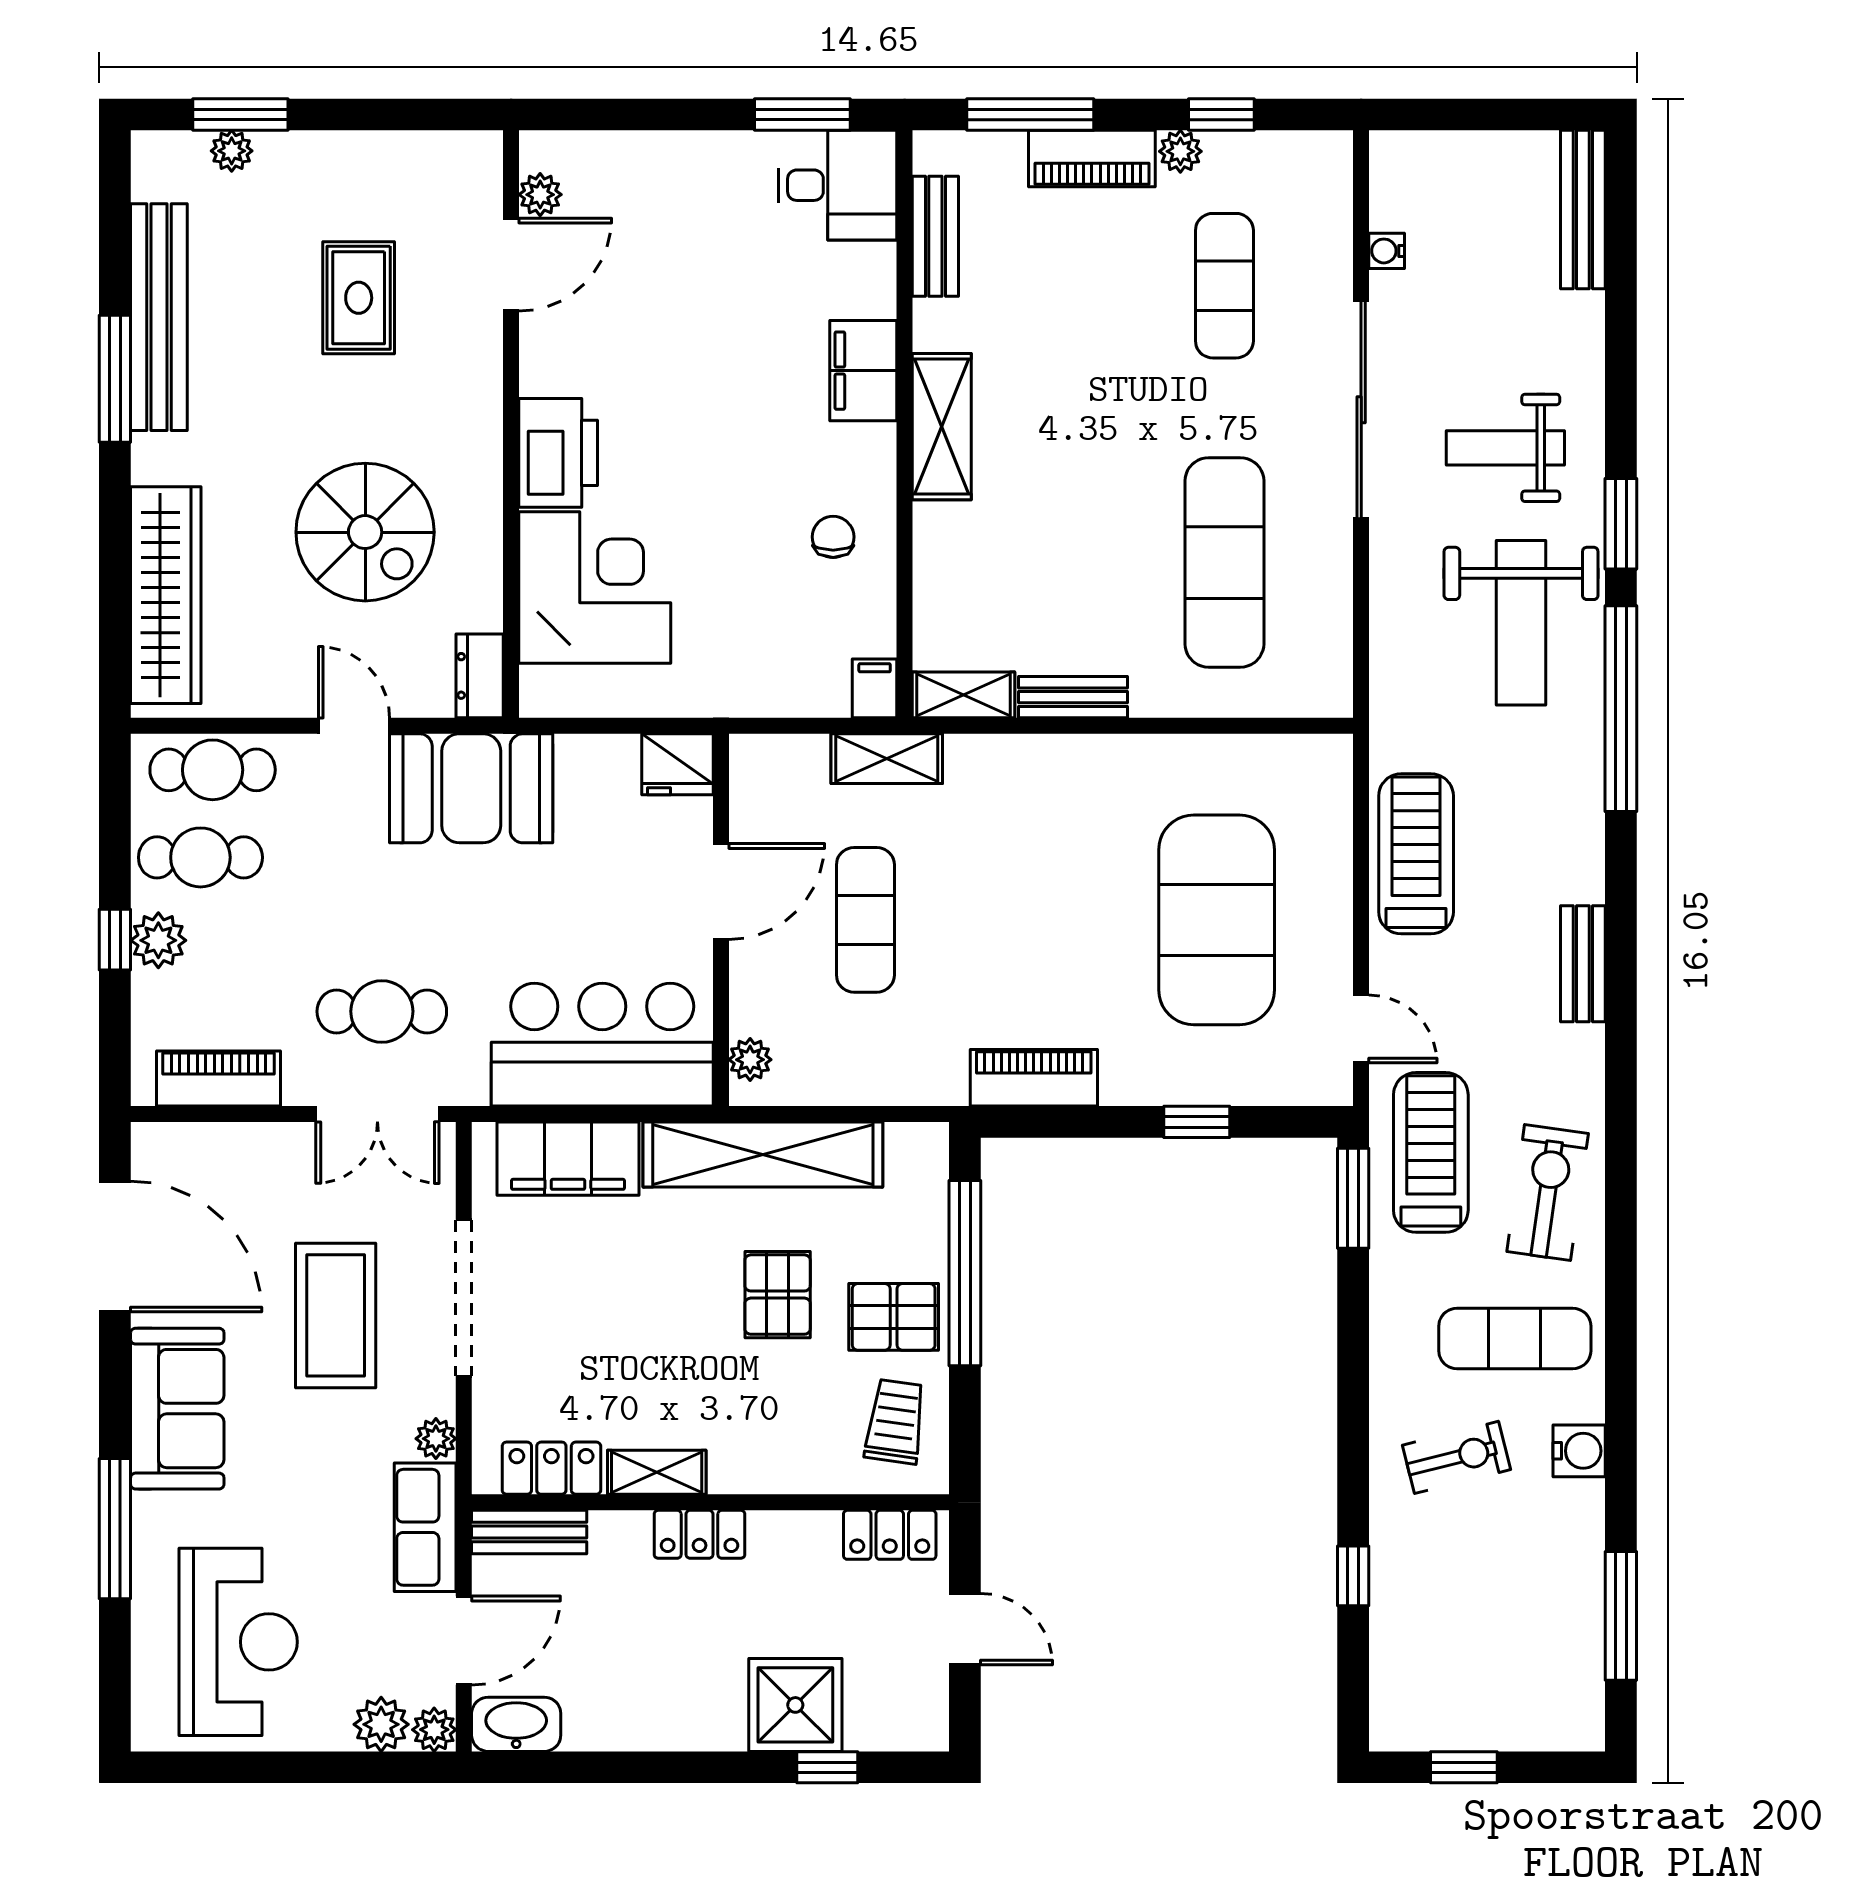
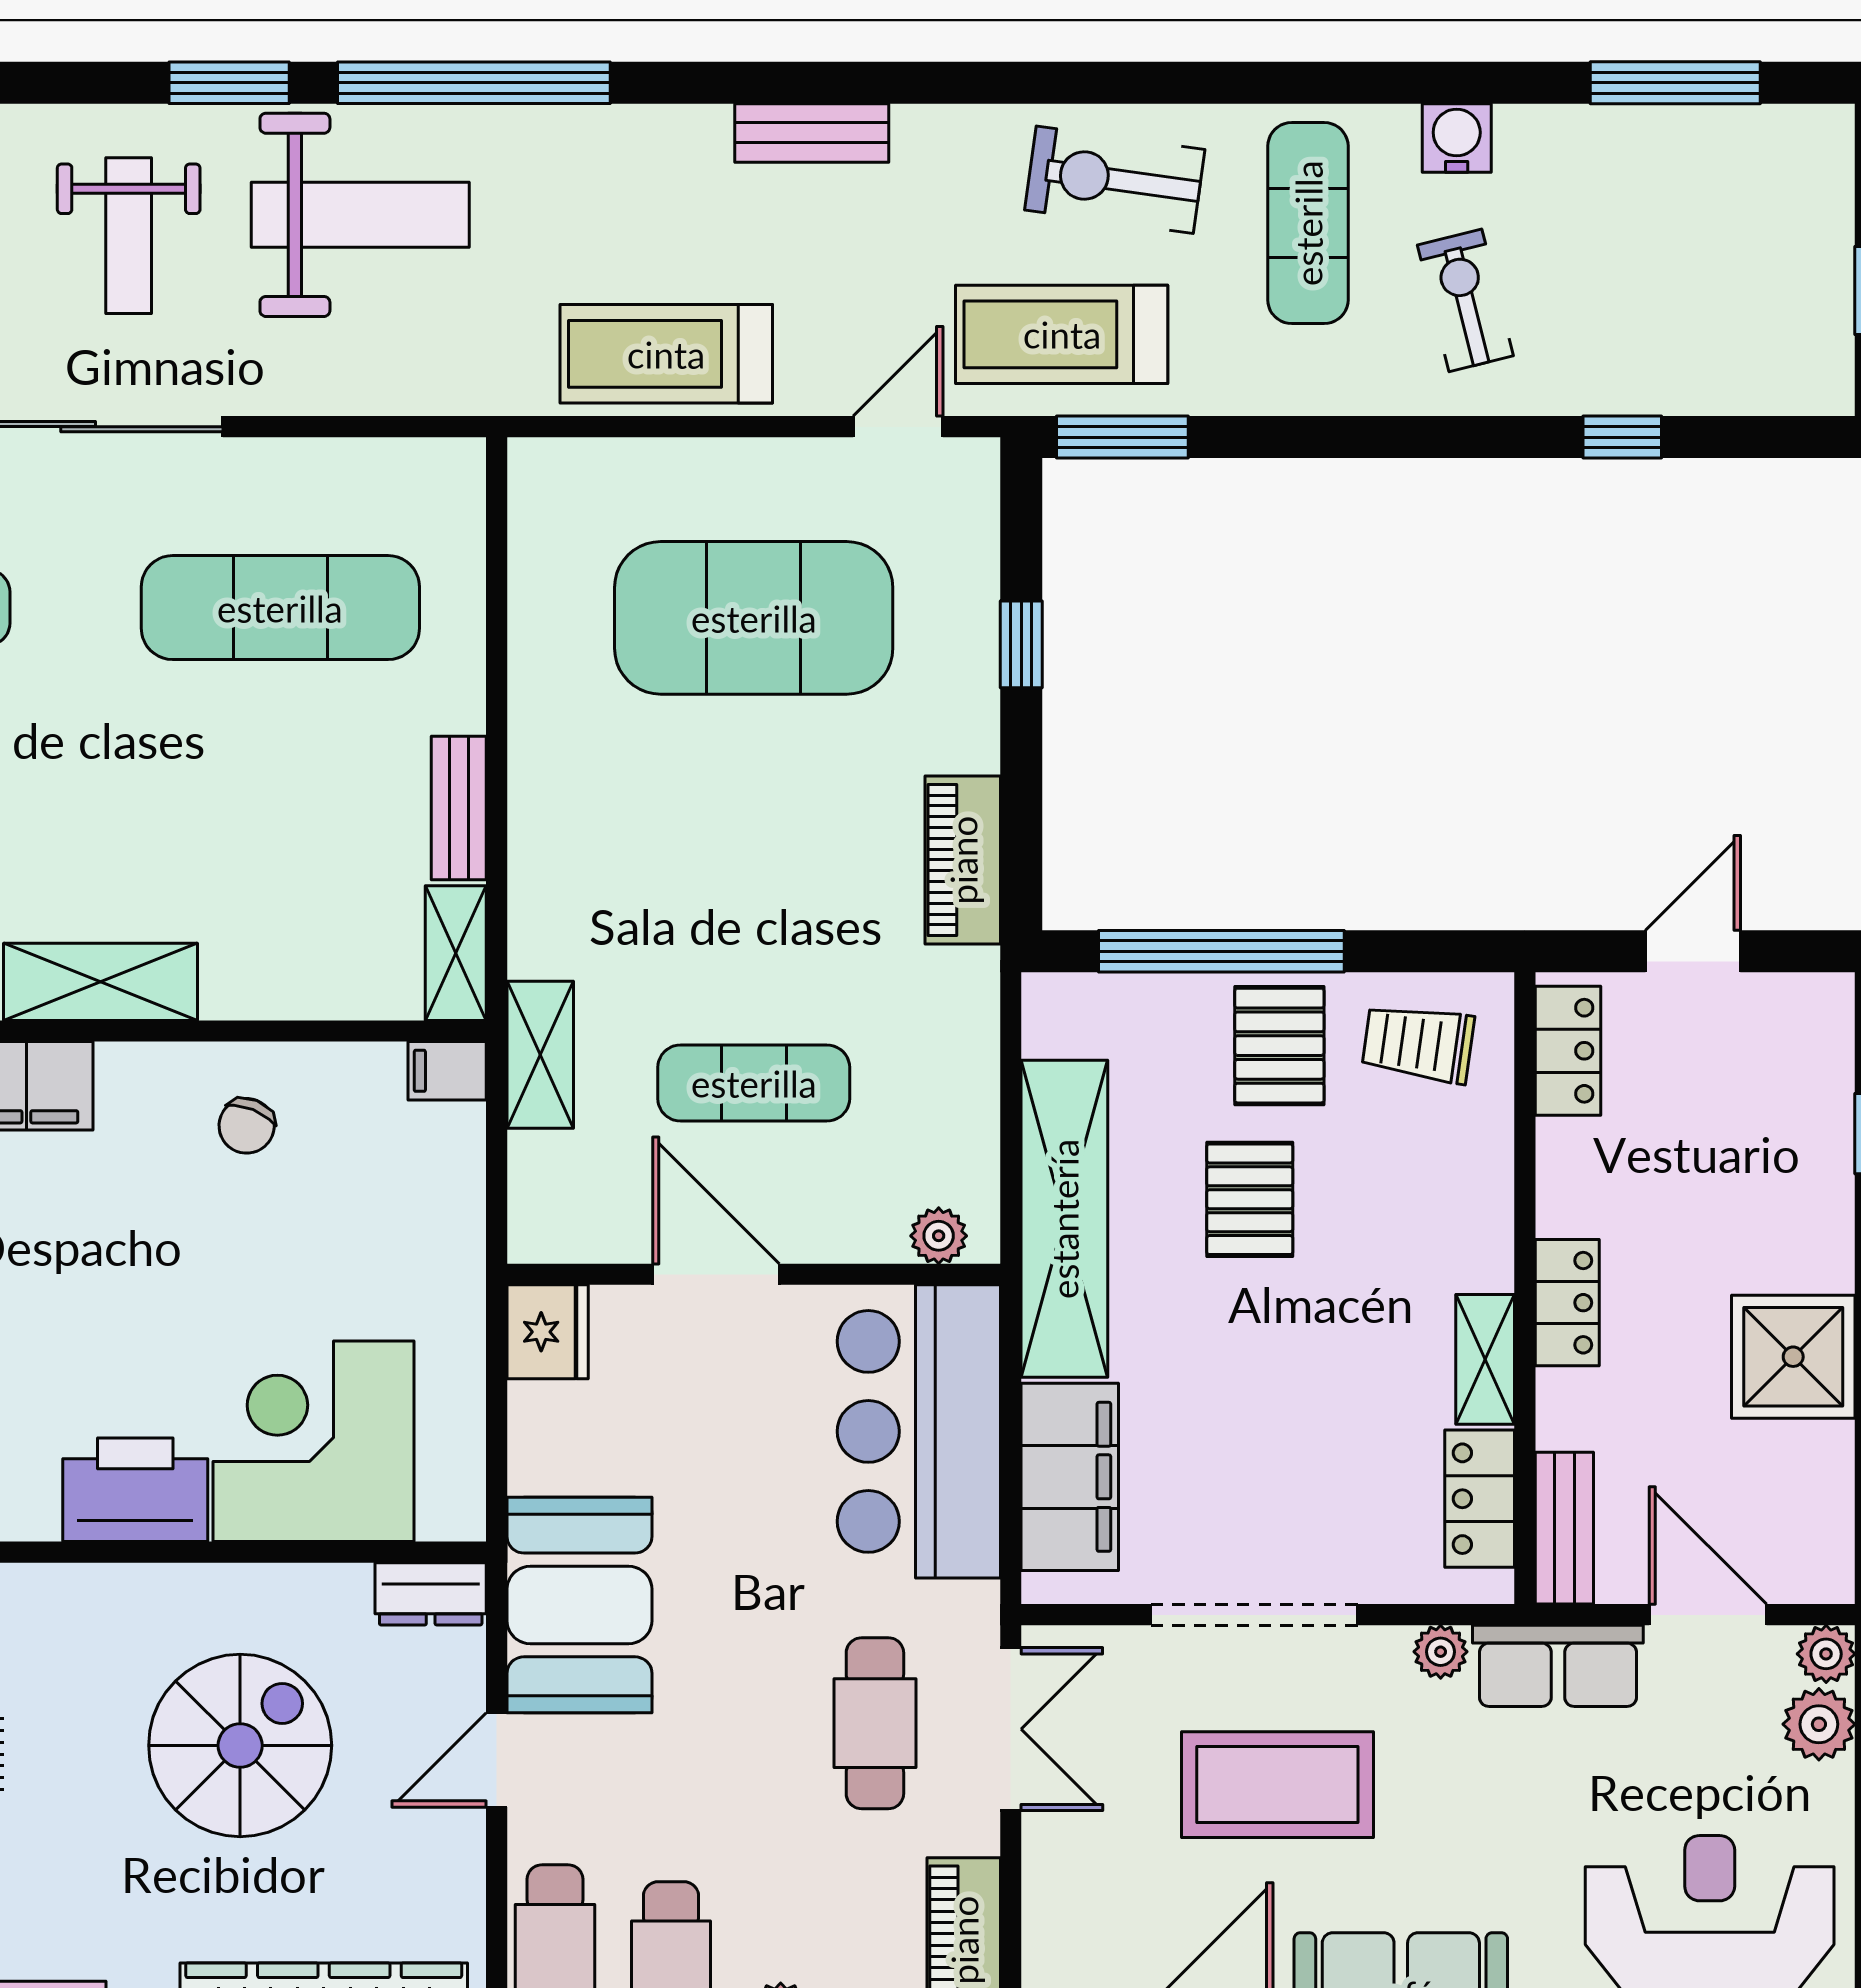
chair: (833, 537) -> (247, 1126), turned -68
pallet: (778, 1295) -> (1250, 1199), turned 90
shower: (795, 1705) -> (1793, 1357), moved
washbasin: (516, 1724) -> (1819, 1545), removed

